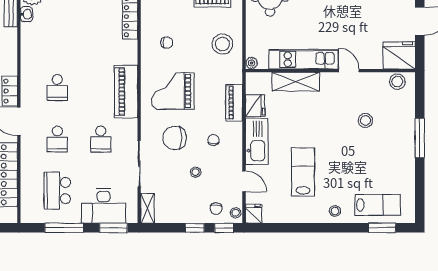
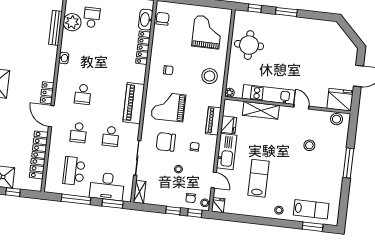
washbasin: (27, 14) -> (64, 58), moved

